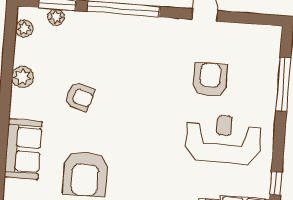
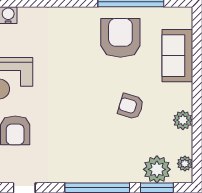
plant: (56, 17) -> (157, 169), width x1.87, depth x1.87

